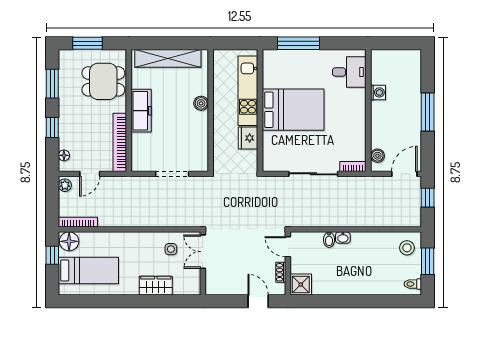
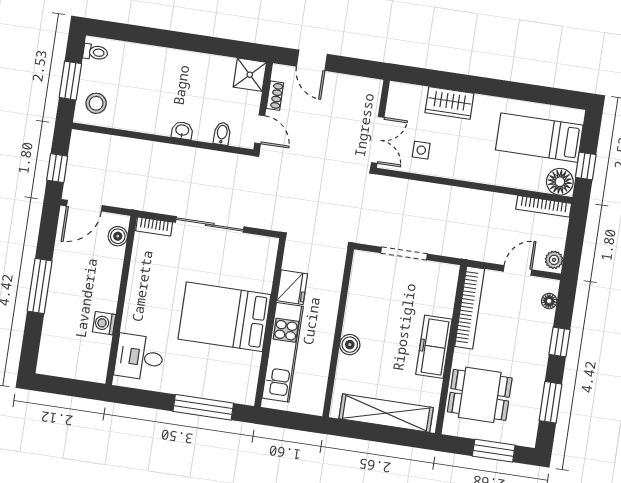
bidet: (329, 240) -> (222, 134), moved

